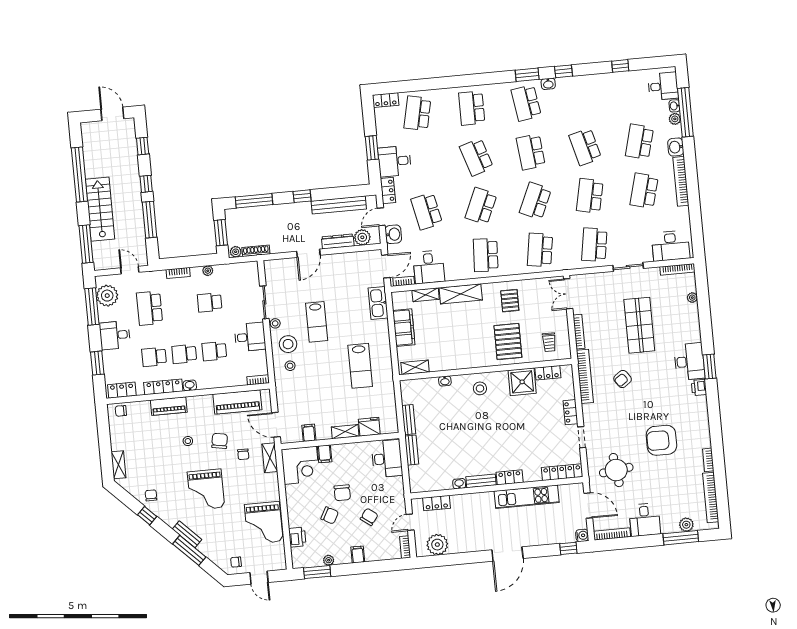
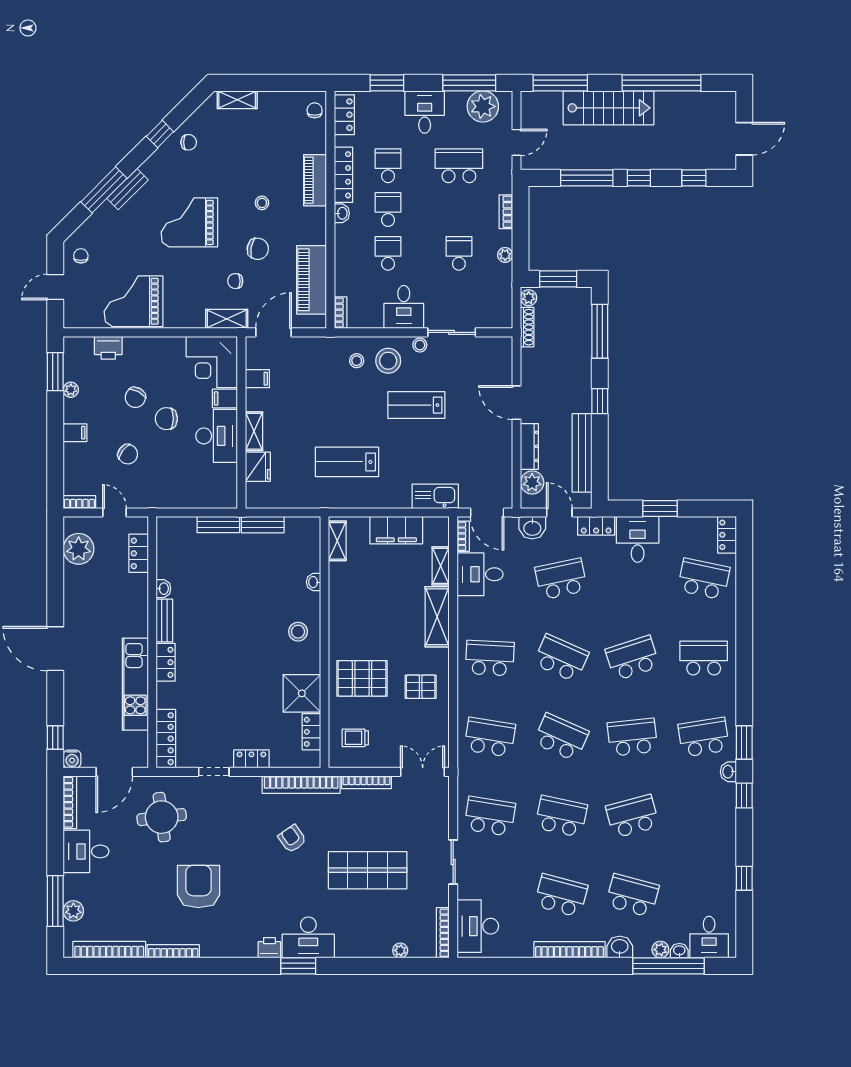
desk: (387, 459) -> (217, 436), moved, turned -90
bookcase: (708, 460) -> (173, 951), width x1.56

